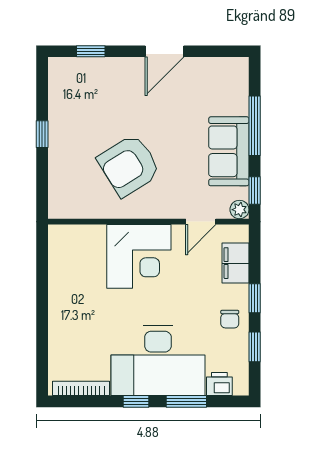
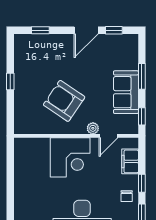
window: (209, 51) -> (114, 30), added
window: (255, 126) -> (142, 76), width x0.69
armchair: (129, 165) -> (64, 101), turned 66
plant: (239, 210) -> (93, 128), moved

